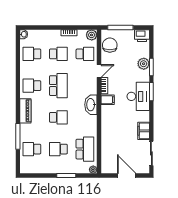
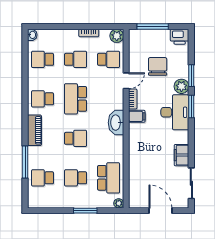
chair: (110, 45) -> (158, 66), moved
plant: (144, 64) -> (181, 86), moved
school desk: (58, 86) -> (76, 99), turned 180

